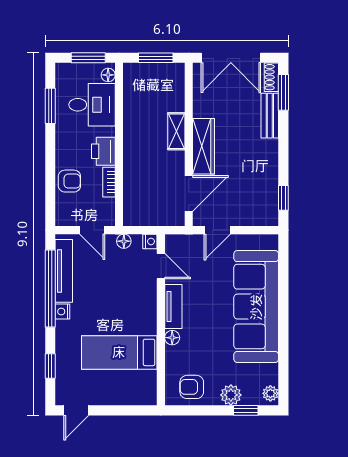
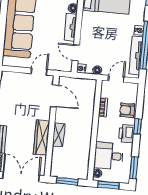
window: (50, 106) -> (134, 168), moved
wardrobe: (203, 146) -> (42, 137), moved
printer: (103, 151) -> (127, 134), moved, turned 180
window: (50, 156) -> (138, 127), added
door: (189, 193) -> (55, 96), swing flipped
door: (92, 230) -> (116, 79), hinge flipped

